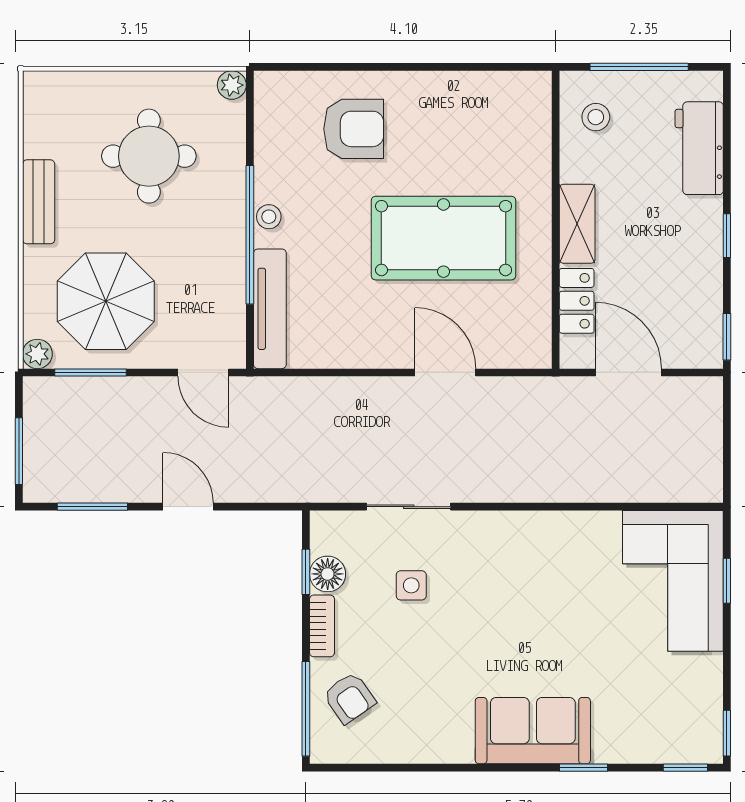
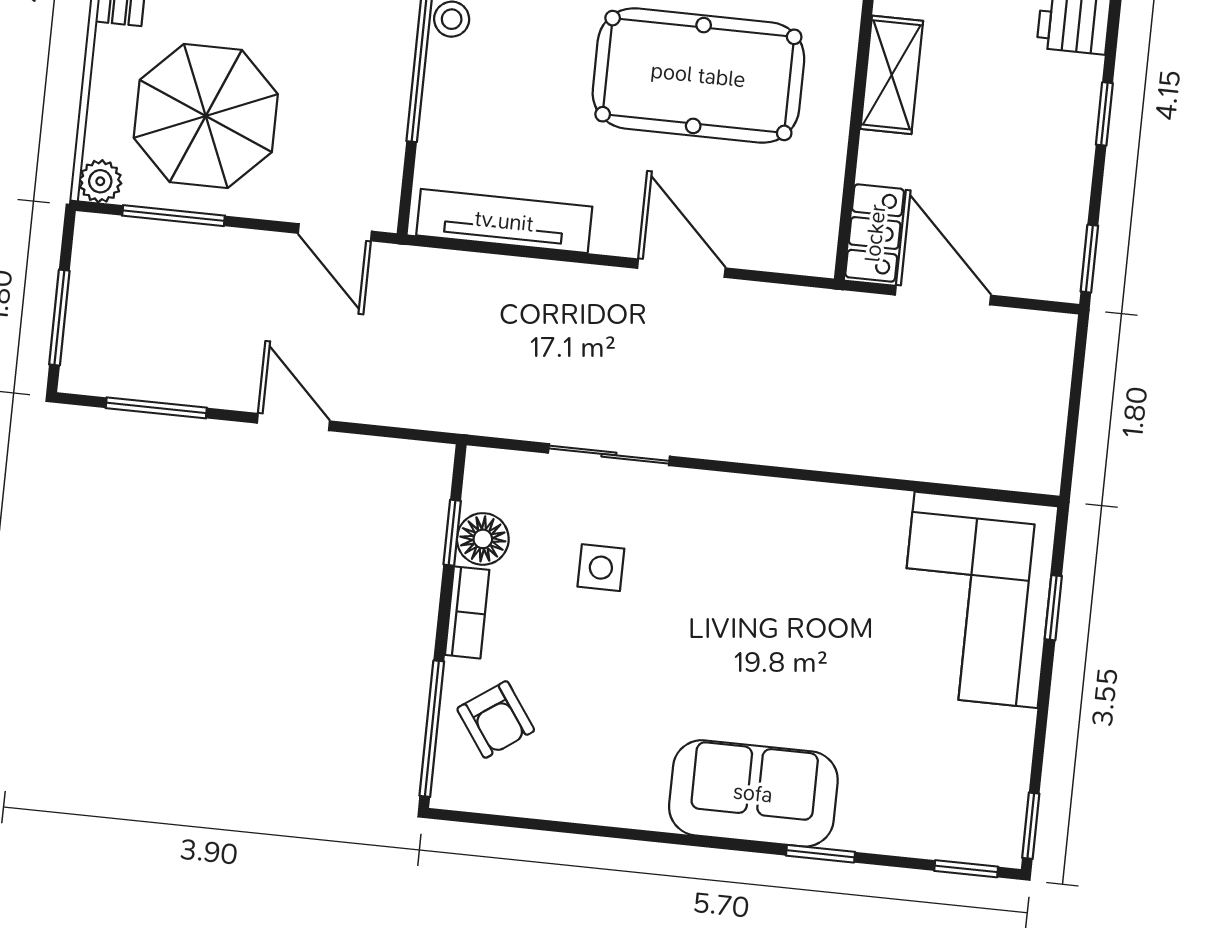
locker: (577, 301) -> (875, 233), moved
tv unit: (270, 309) -> (504, 221), moved, turned -90

